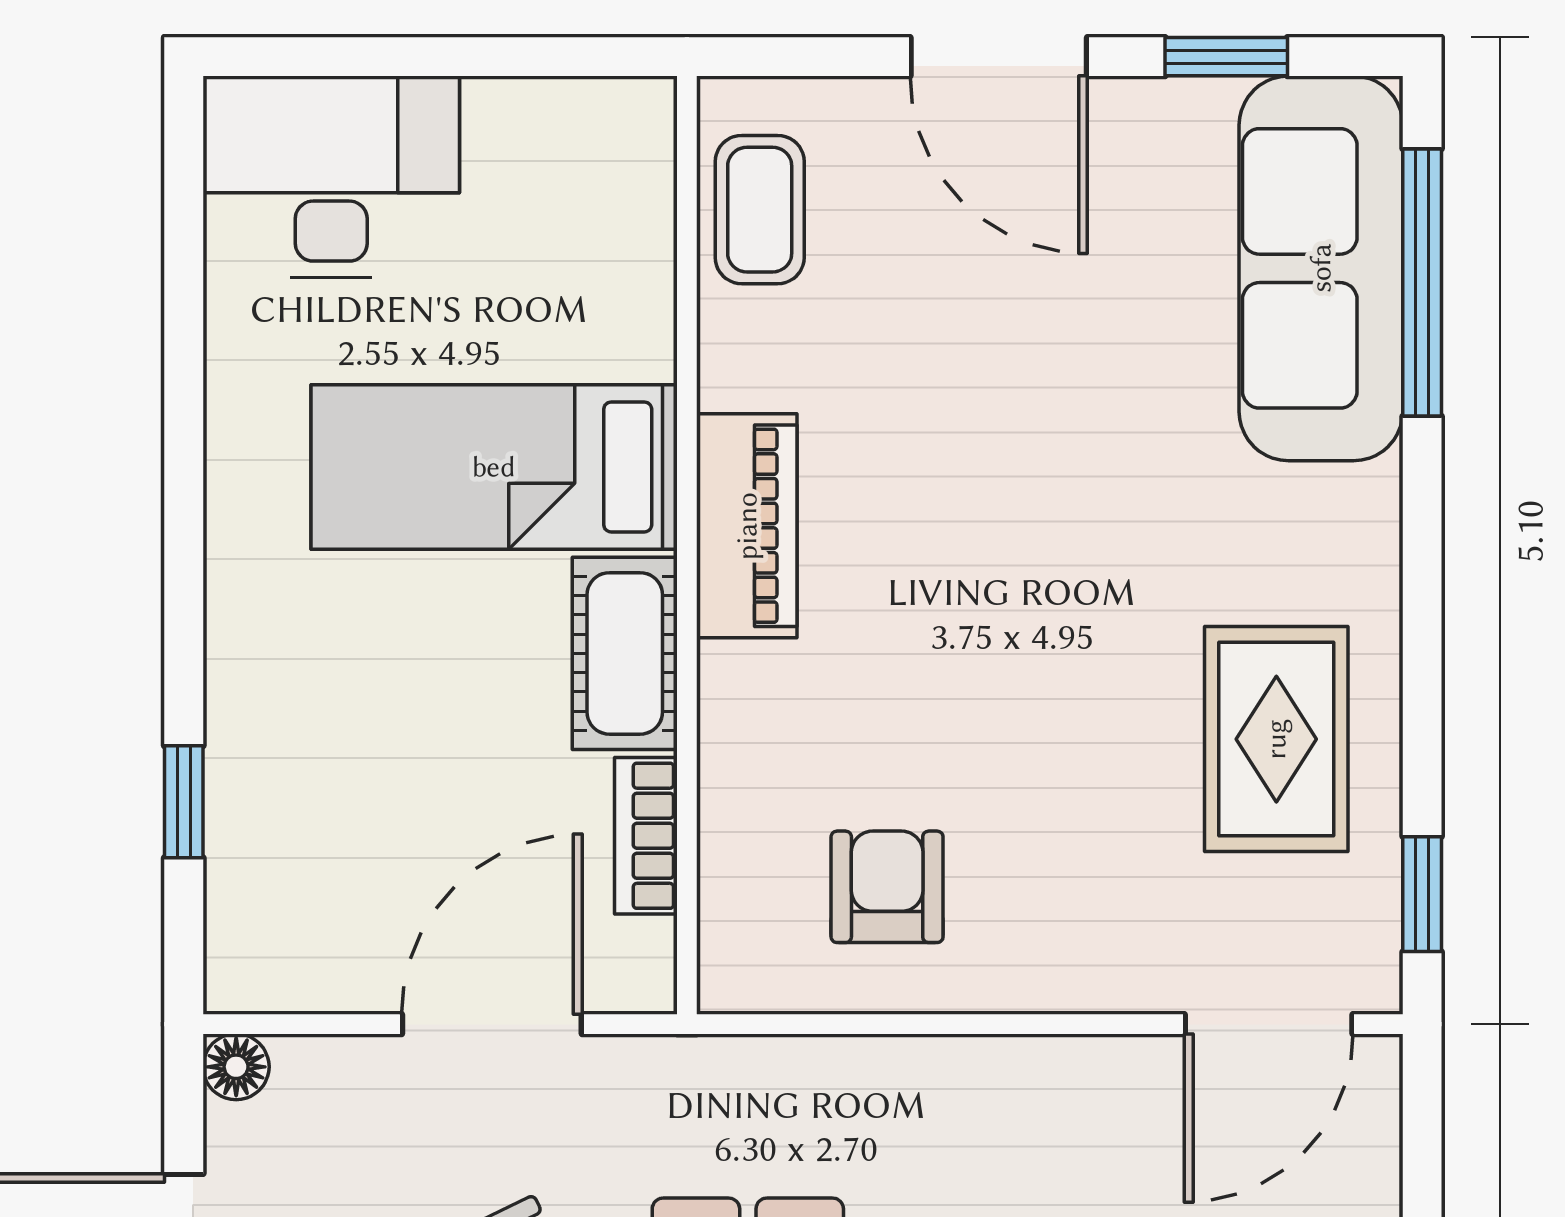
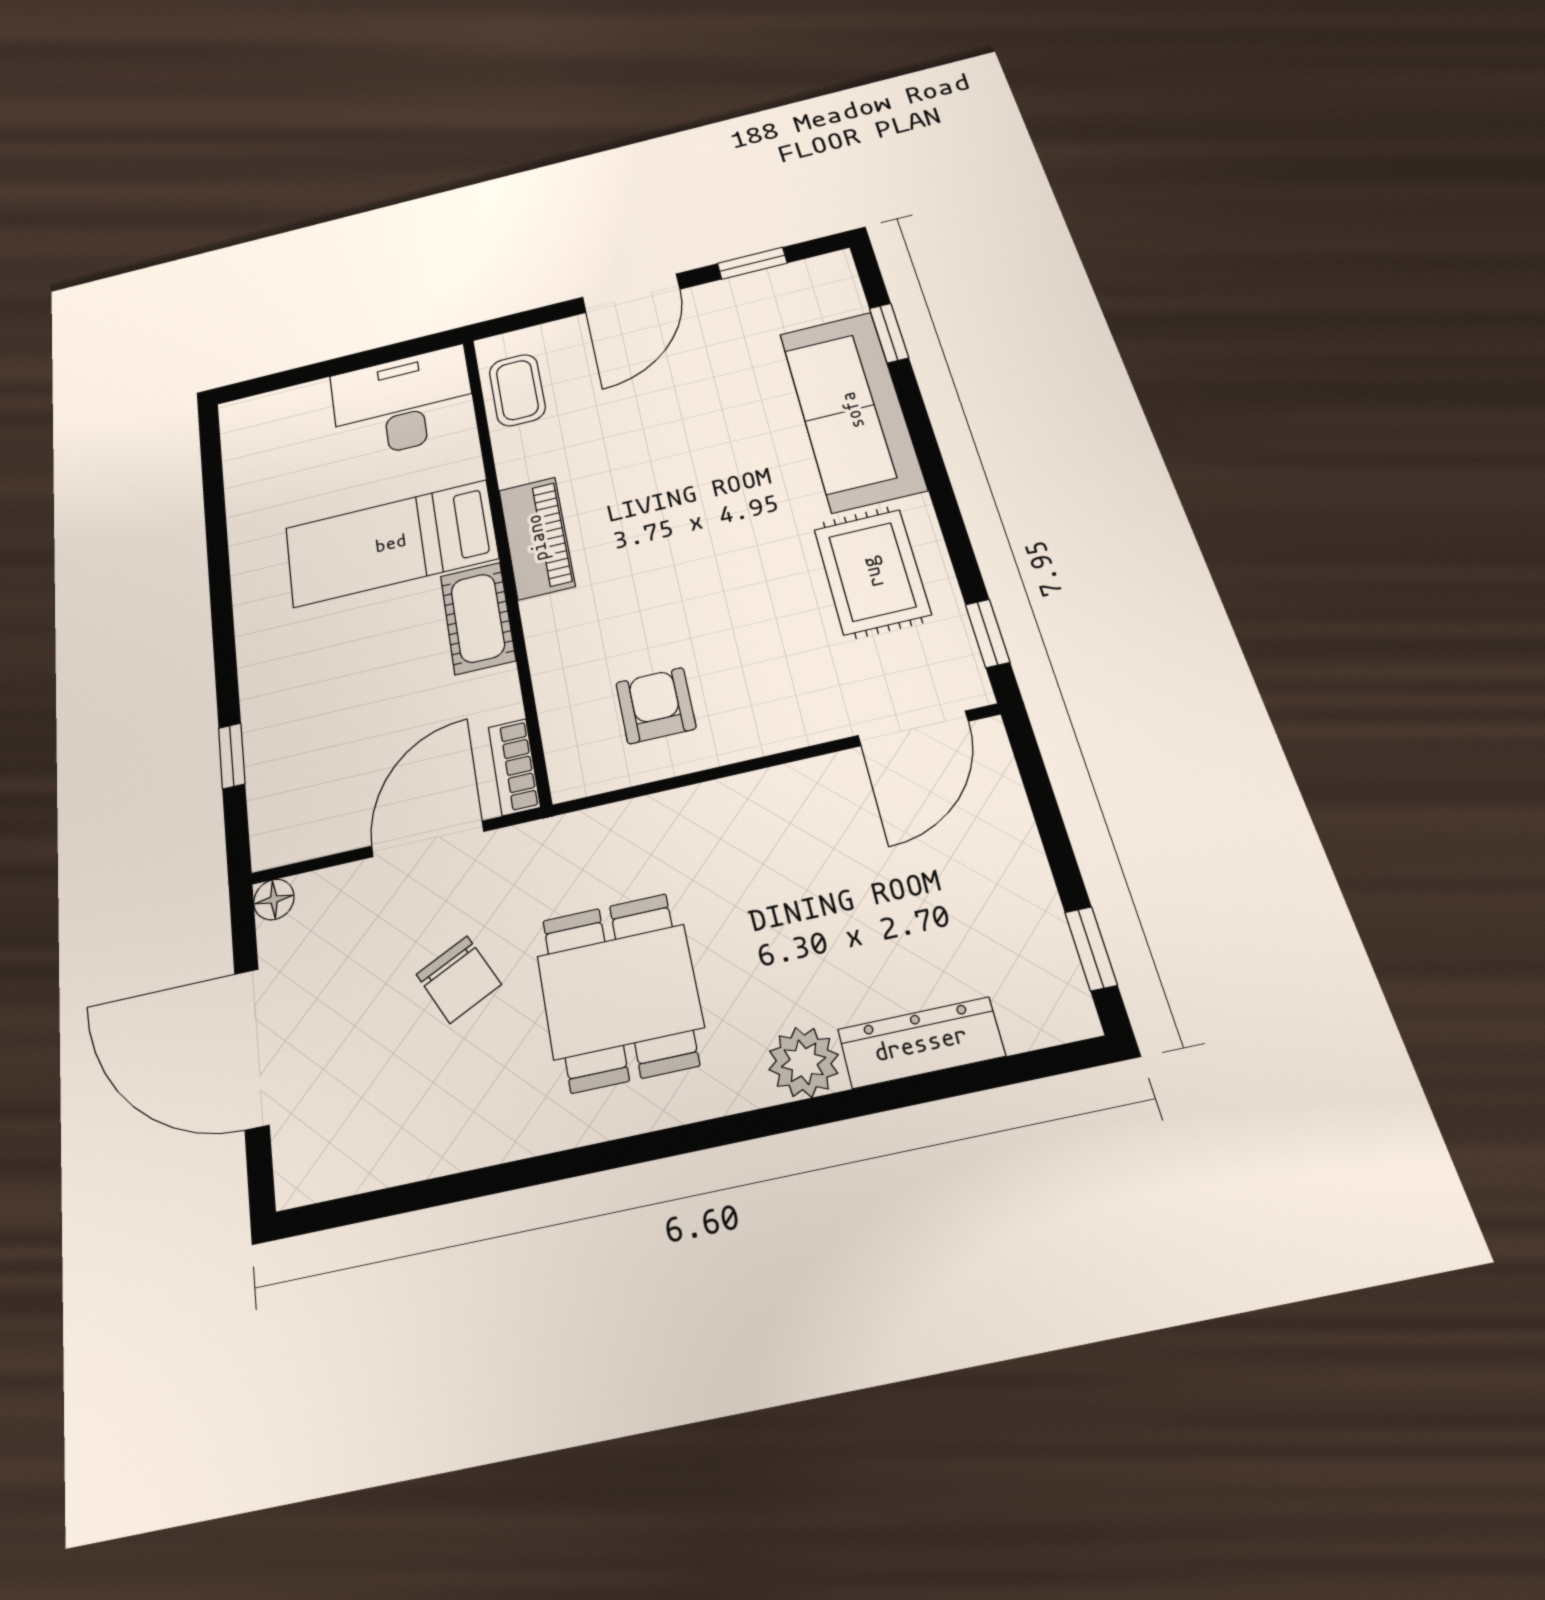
door: (999, 57) -> (631, 293), hinge flipped
desk: (331, 177) -> (403, 403), moved
sofa: (1321, 268) -> (852, 410), moved
window: (1422, 282) -> (889, 333), width x0.46
bookcase: (646, 836) -> (514, 767), moved

